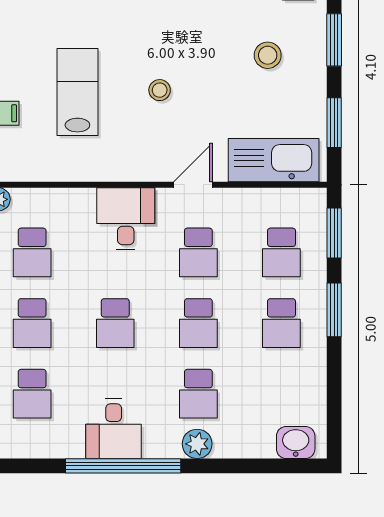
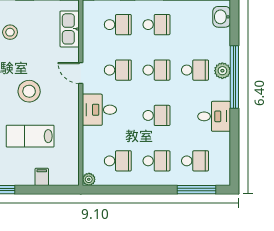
stool: (160, 90) -> (29, 91), width x1.89, depth x1.89
kitchen sink: (274, 160) -> (70, 29), width x0.73, depth x0.81
window: (123, 466) -> (234, 77), moved

